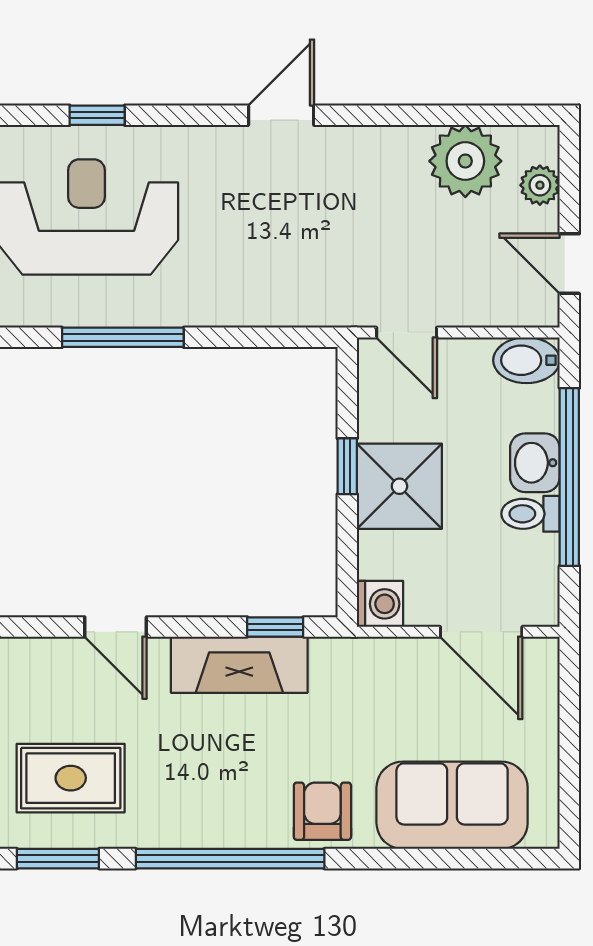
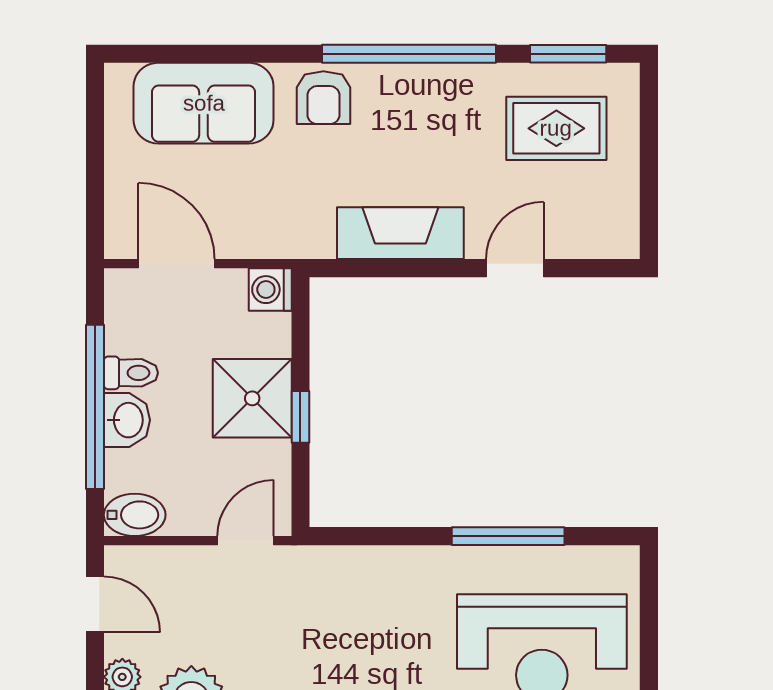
door: (407, 332) -> (246, 541), hinge flipped
door: (116, 627) -> (515, 268), hinge flipped
window: (275, 627) -> (367, 268), removed

